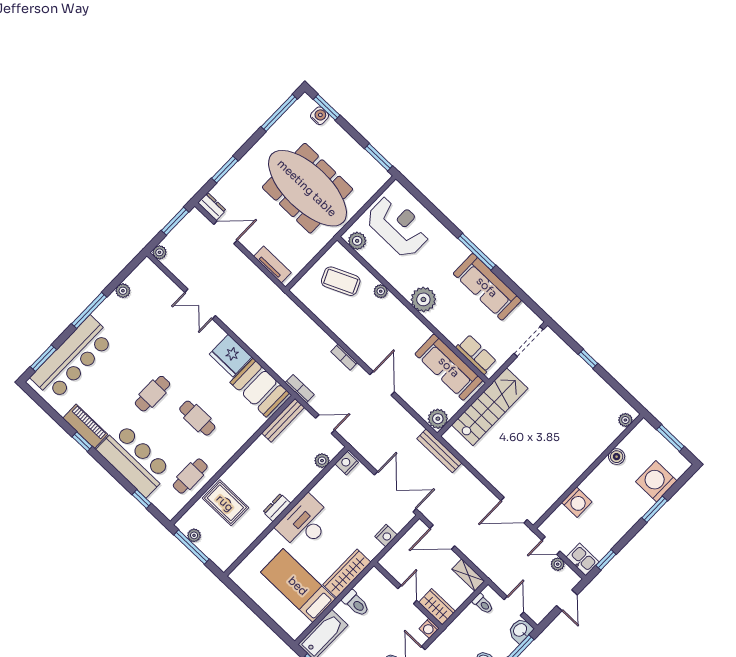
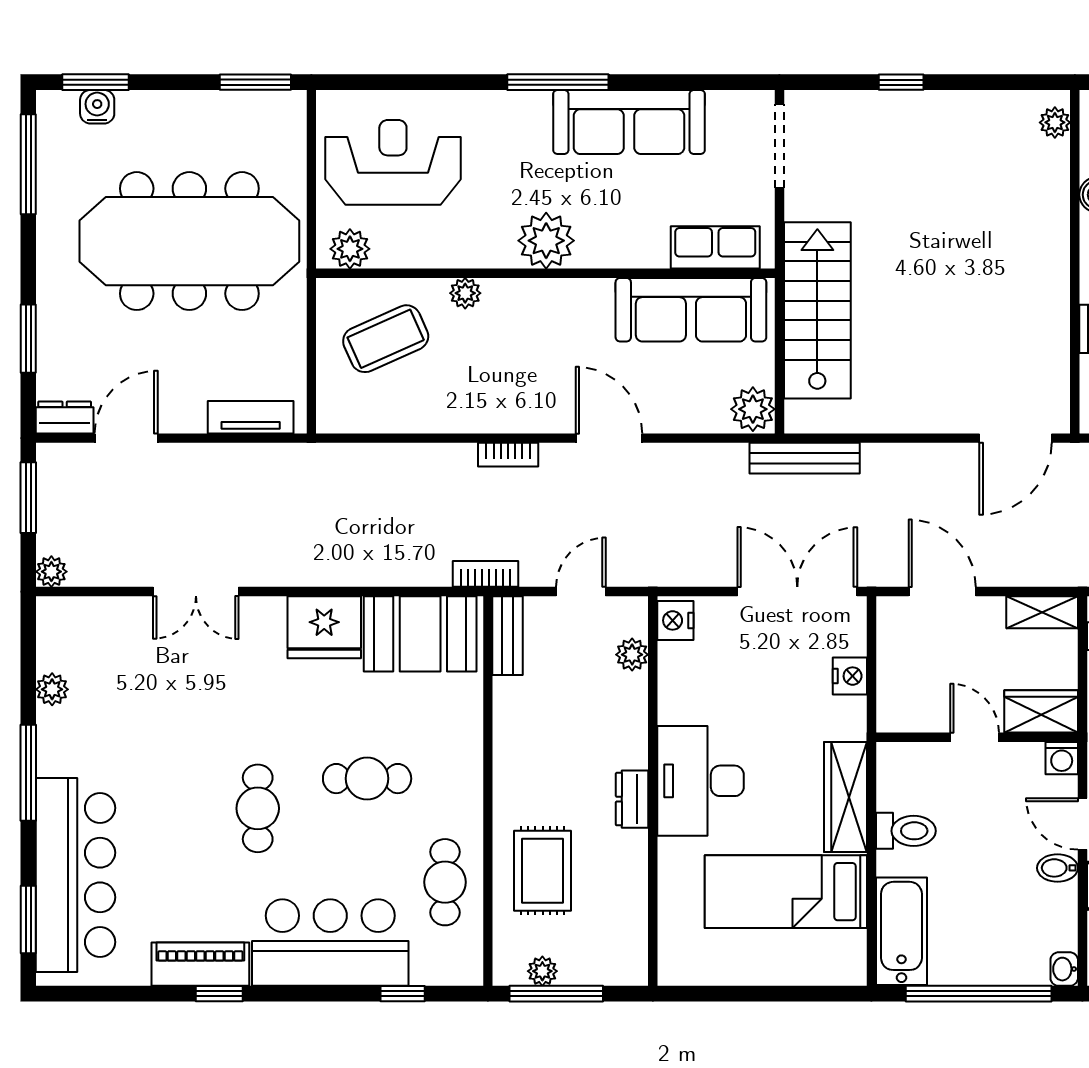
bench: (283, 420) -> (508, 636), width x0.73
rug: (225, 503) -> (543, 871), turned 90
door: (442, 537) -> (942, 592), swing flipped

